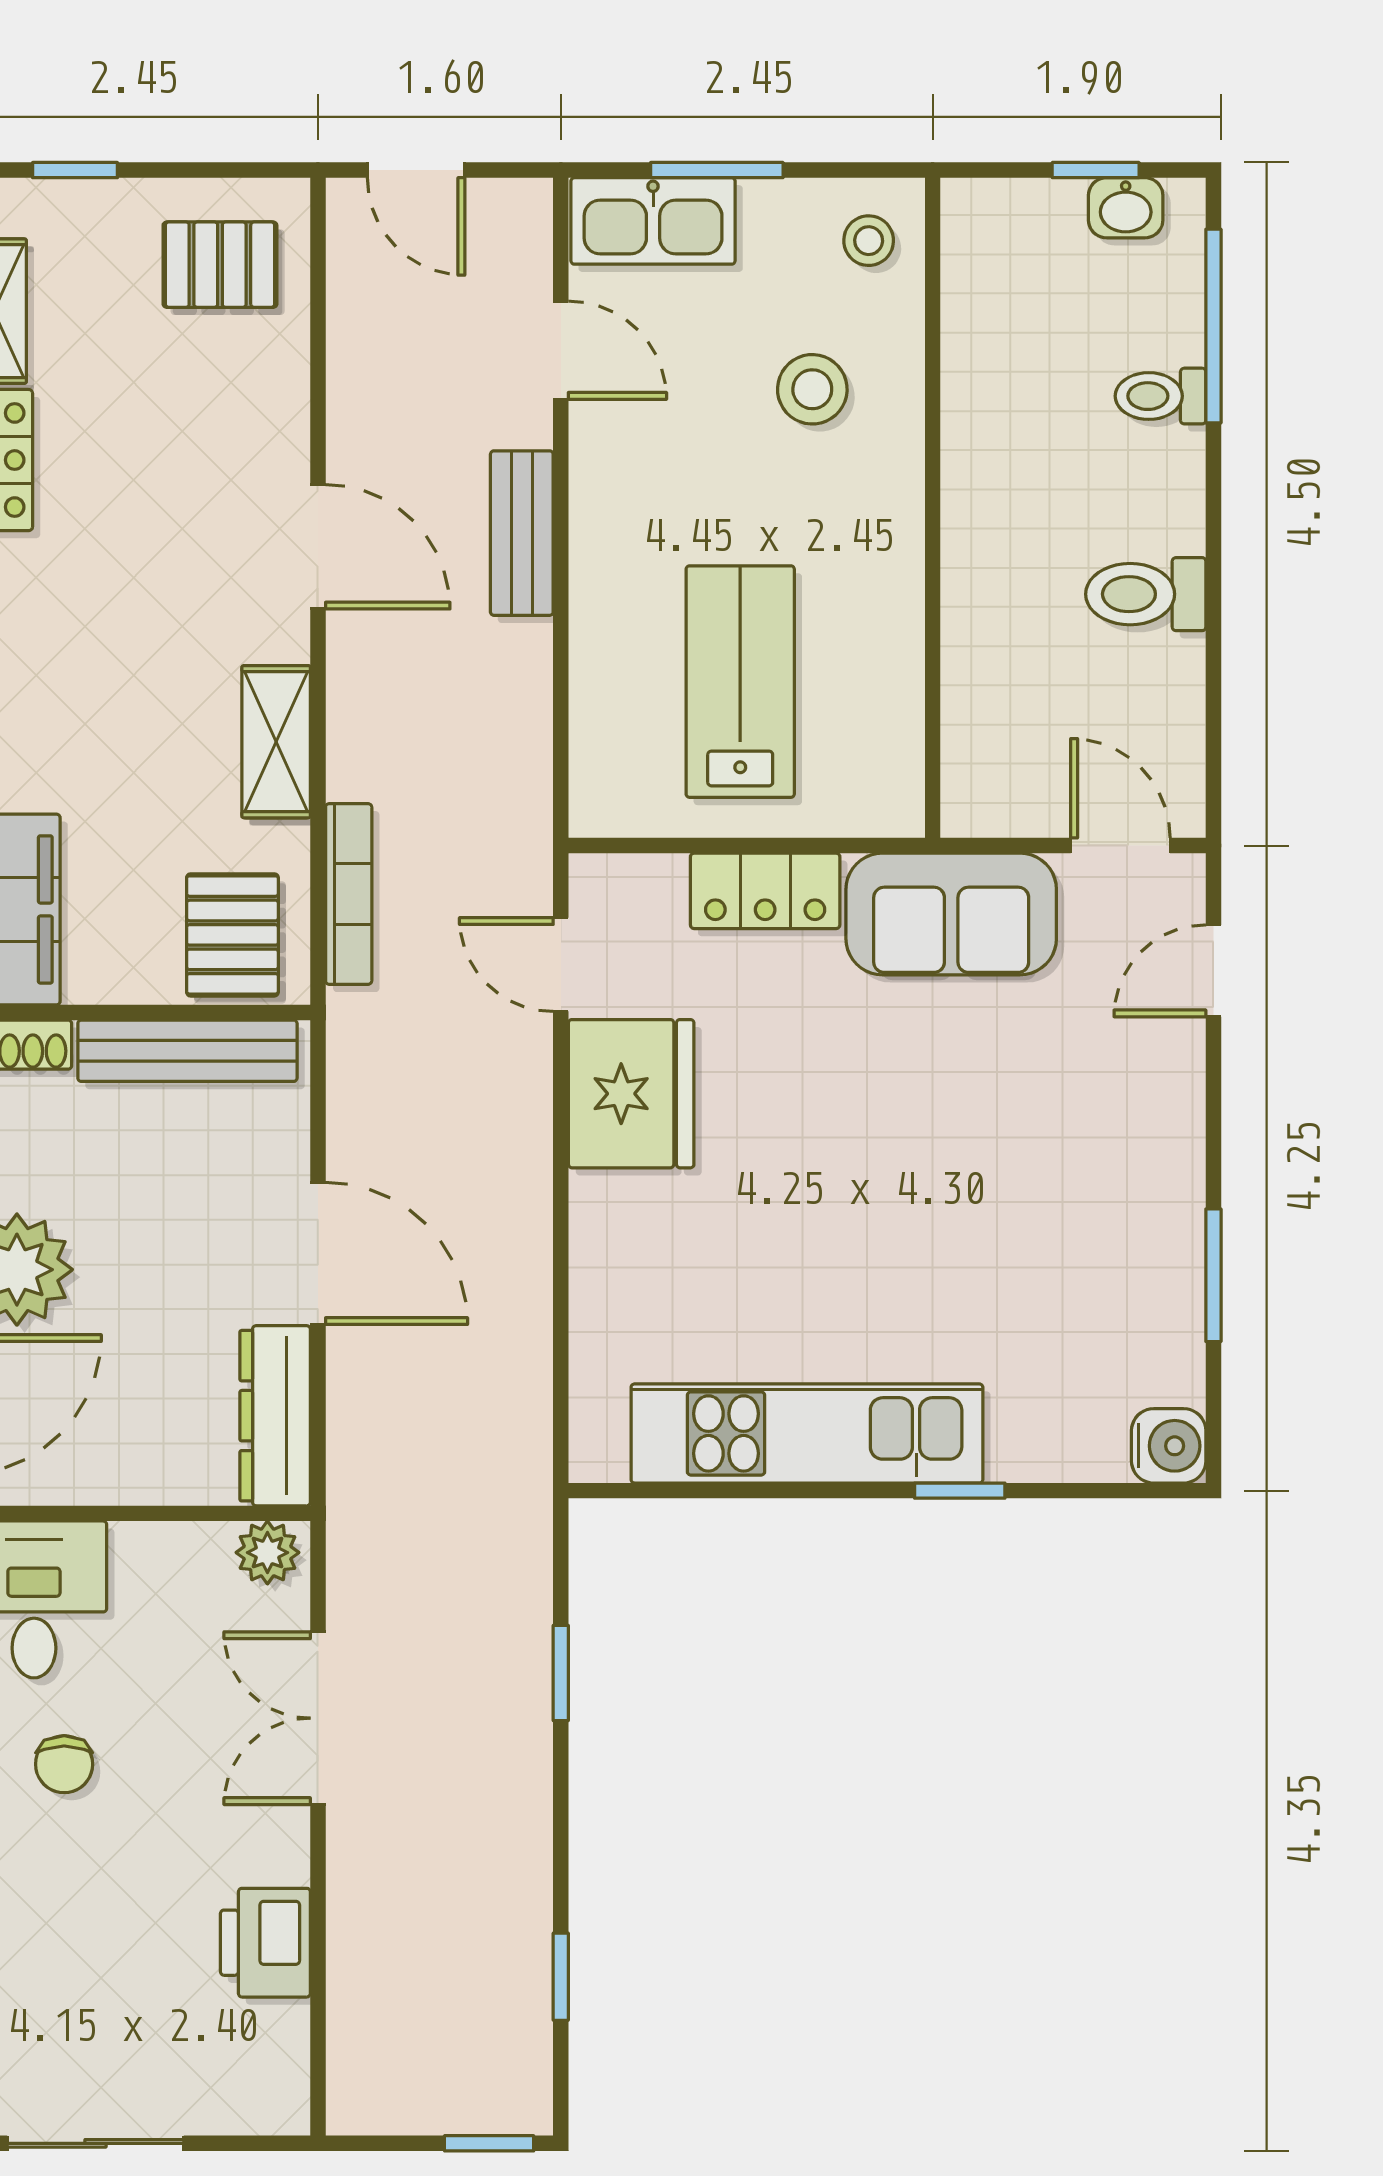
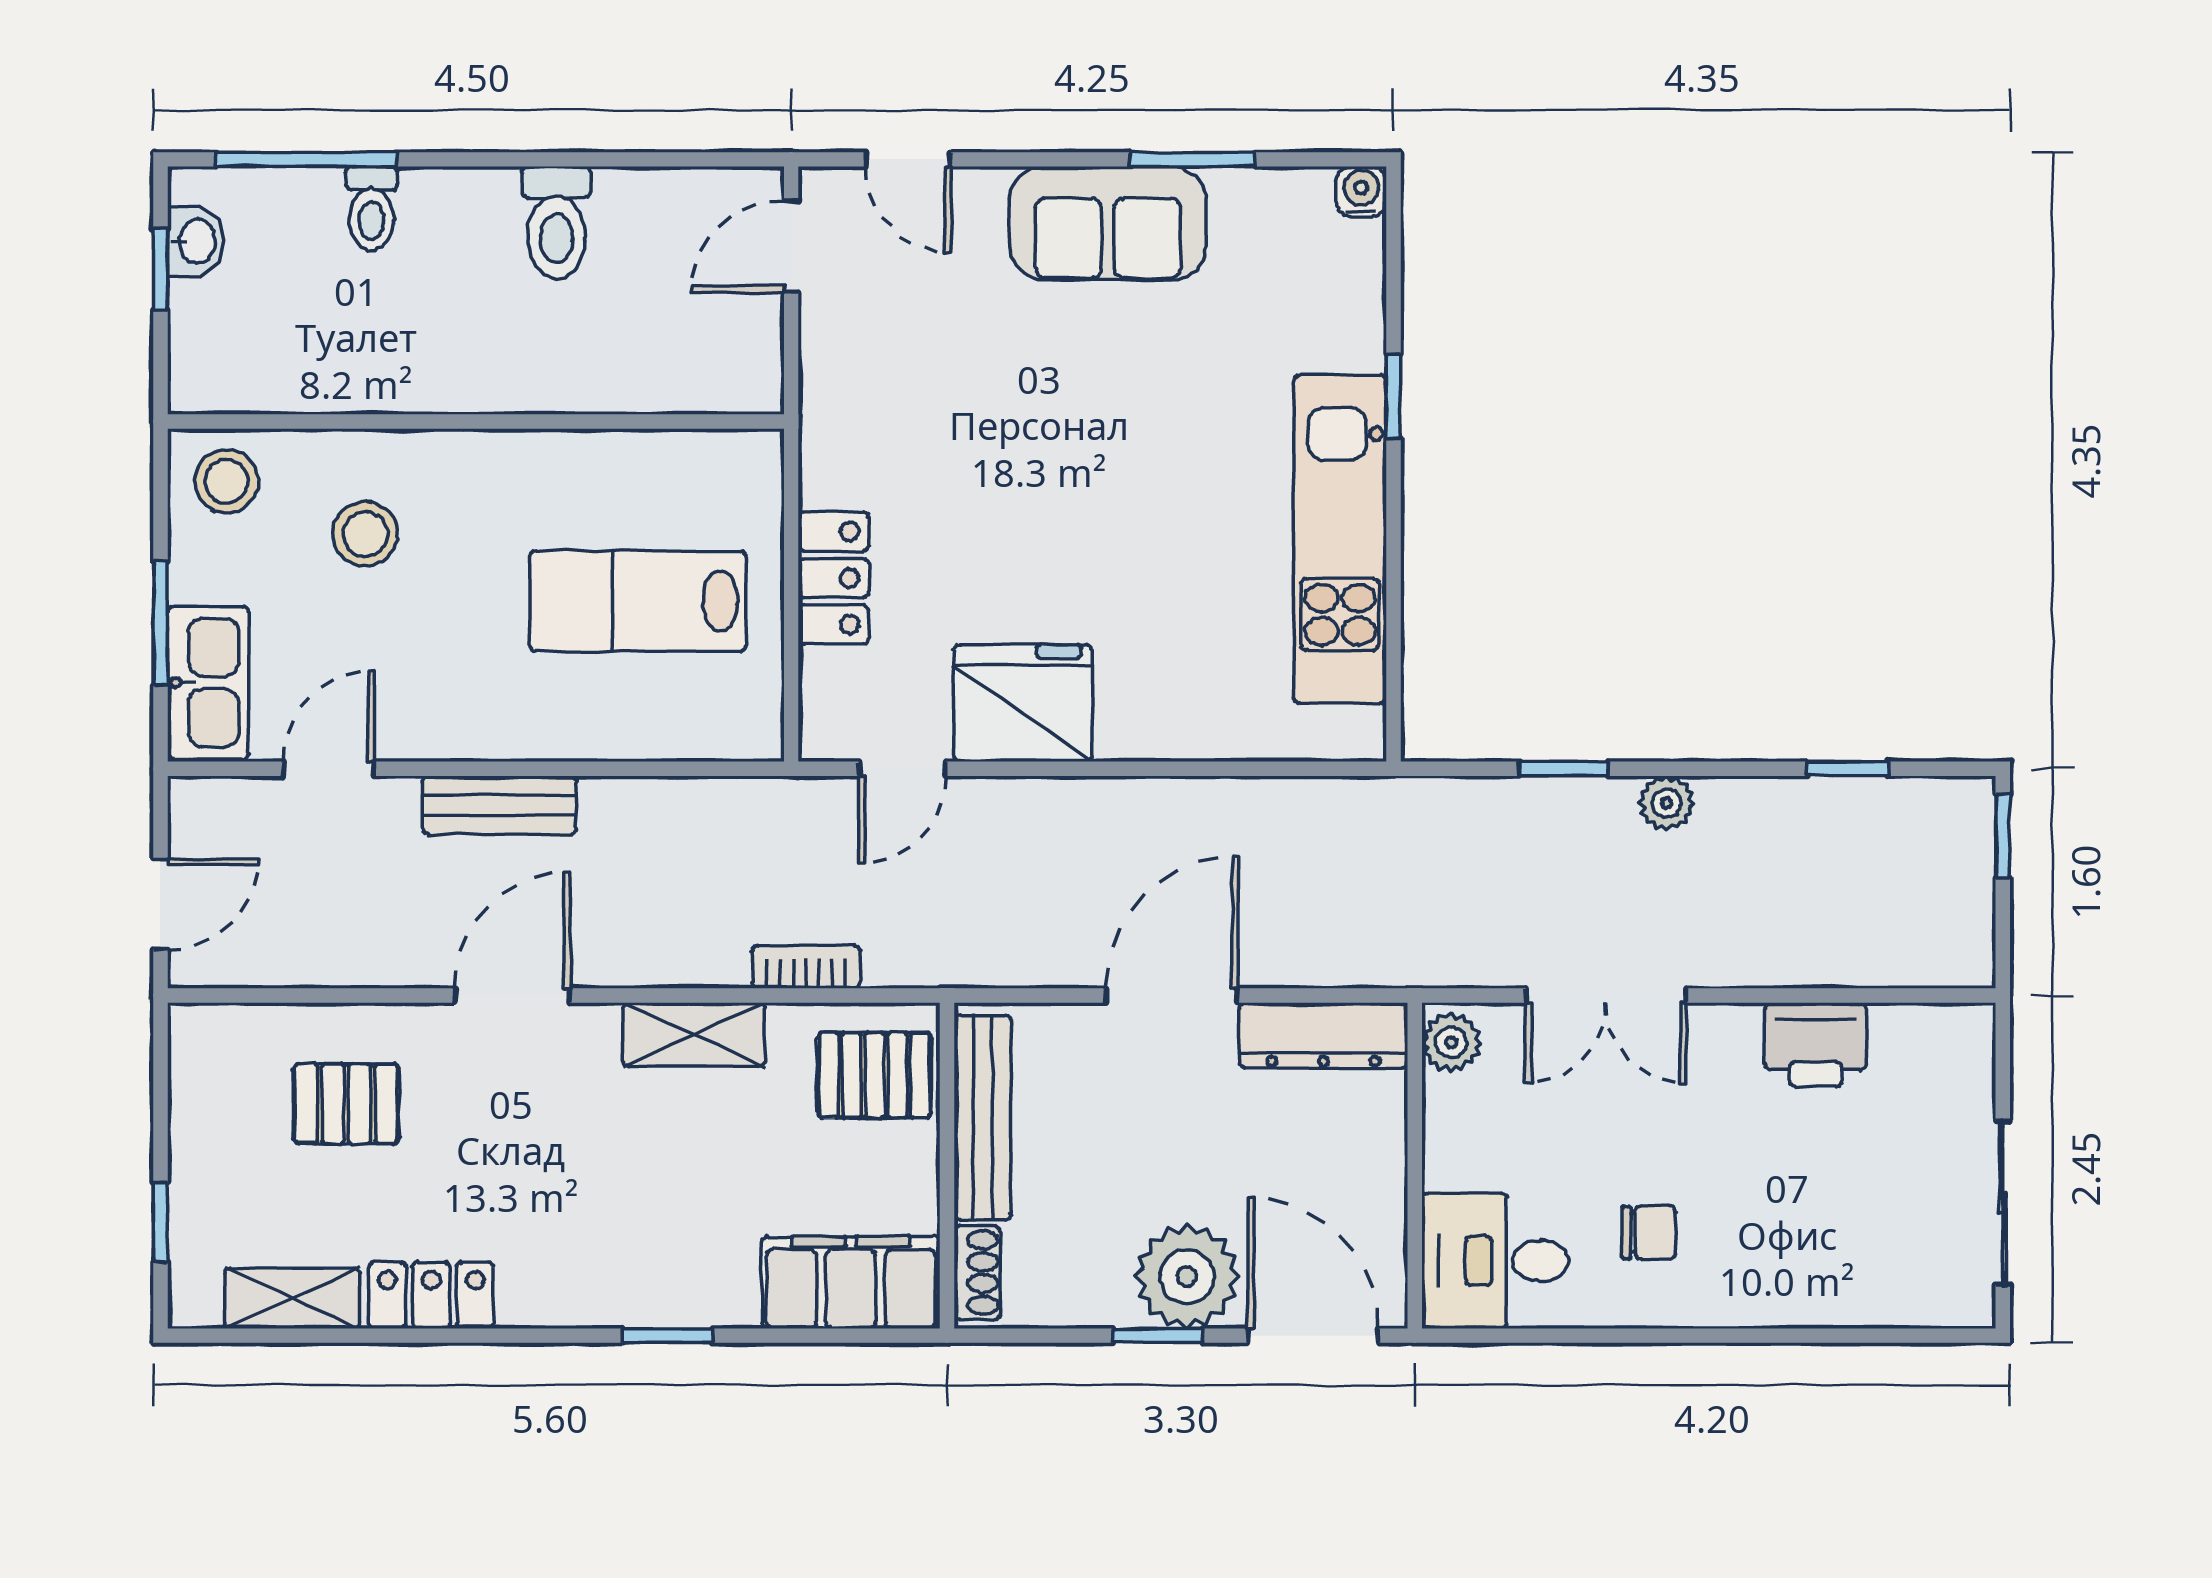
stool: (869, 241) -> (226, 481), width x1.37, depth x1.37
pallet: (220, 265) -> (346, 1104), moved, turned 90
bookcase: (349, 894) -> (806, 967), width x0.64
sofa: (951, 914) -> (1108, 223), moved, turned 90
water cooler: (1169, 1446) -> (1361, 192), width x0.72, depth x0.72
plant: (524, 1783) -> (1667, 803), added

